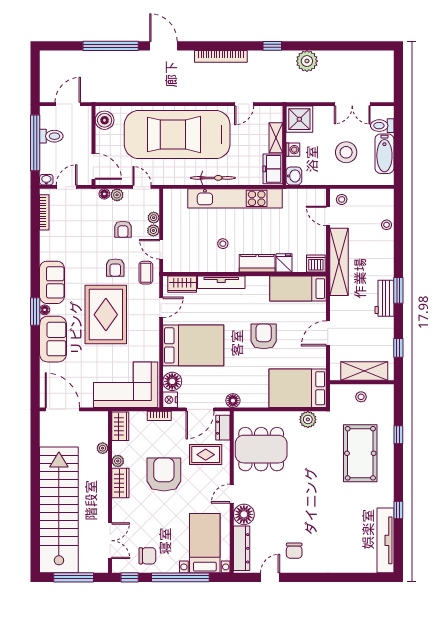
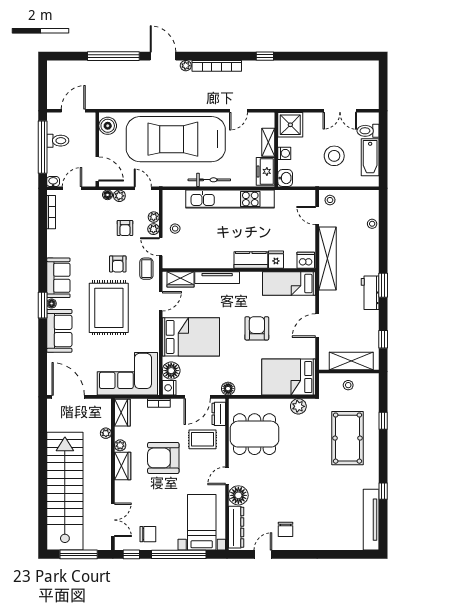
plant: (307, 61) -> (186, 66), moved, width x0.53, depth x0.53
stool: (223, 244) -> (175, 229), moved
armchair: (164, 475) -> (163, 458), turned -90

